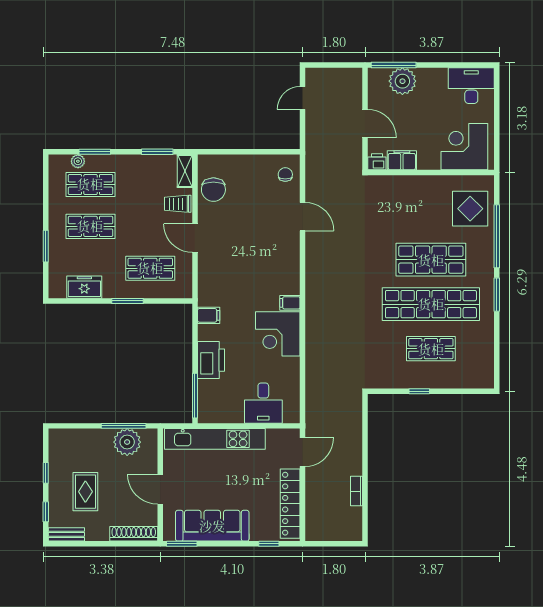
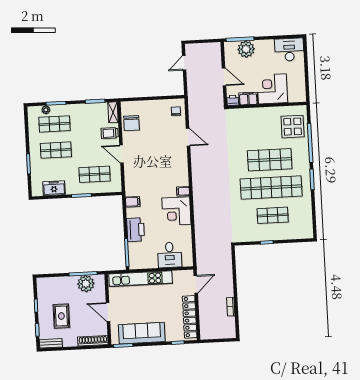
corner desk: (464, 147) -> (272, 89), moved

